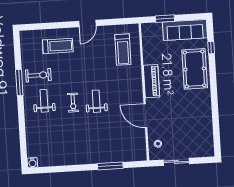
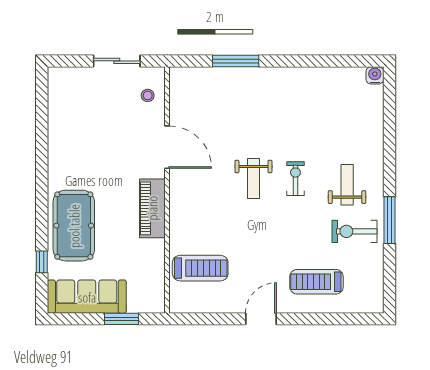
treadmill: (123, 50) -> (200, 268), turned 90
weight bench: (44, 101) -> (347, 185), turned 180

